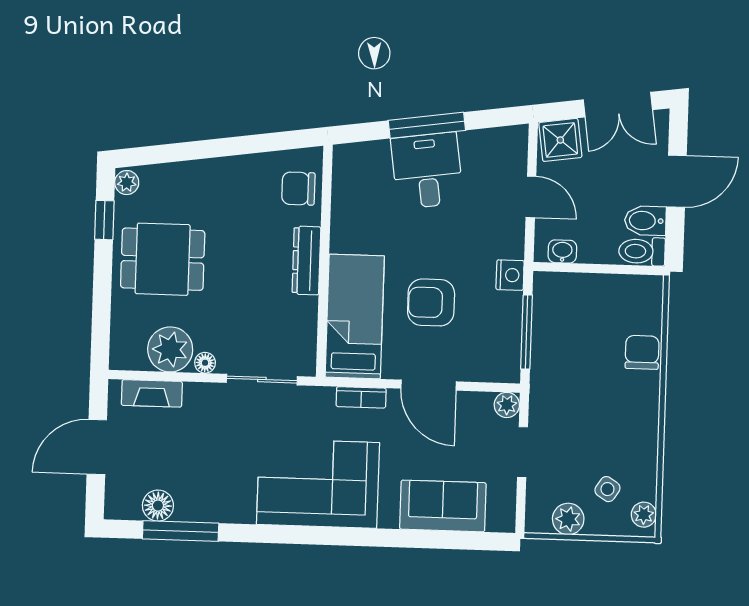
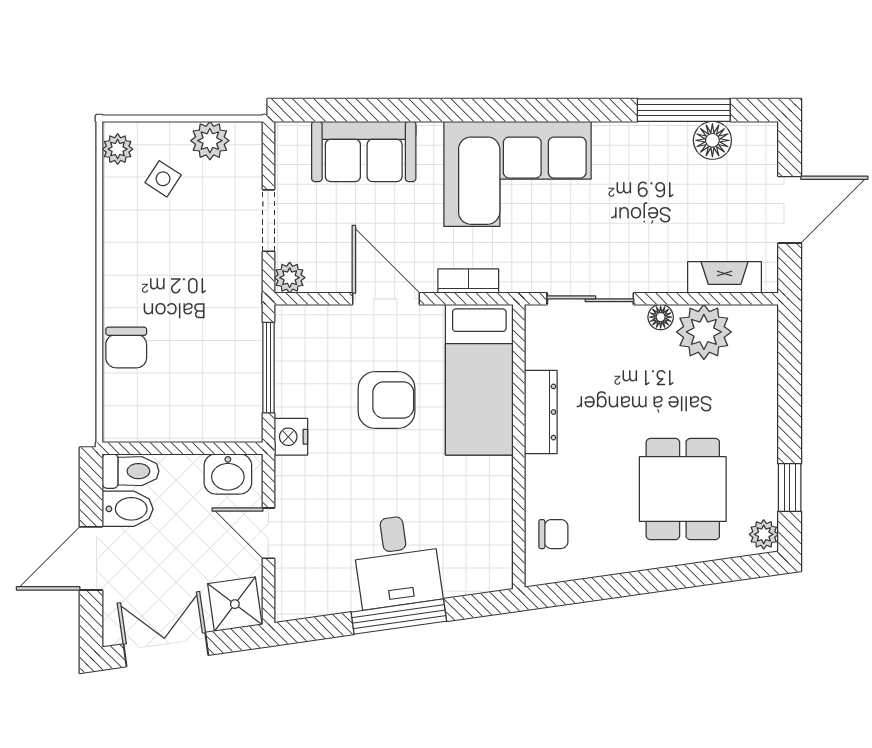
chair: (298, 188) -> (553, 534), width x0.73, depth x0.73
washbasin: (562, 251) -> (228, 474), width x1.38, depth x1.45
dining table: (163, 259) -> (683, 489), moved, turned 90
dresser: (306, 260) -> (541, 412), moved

